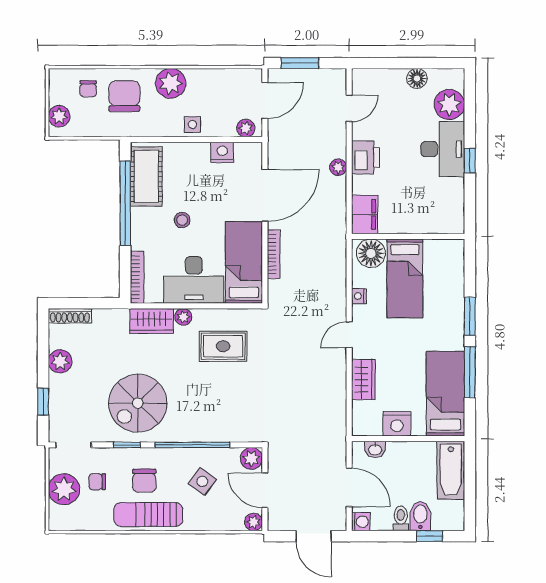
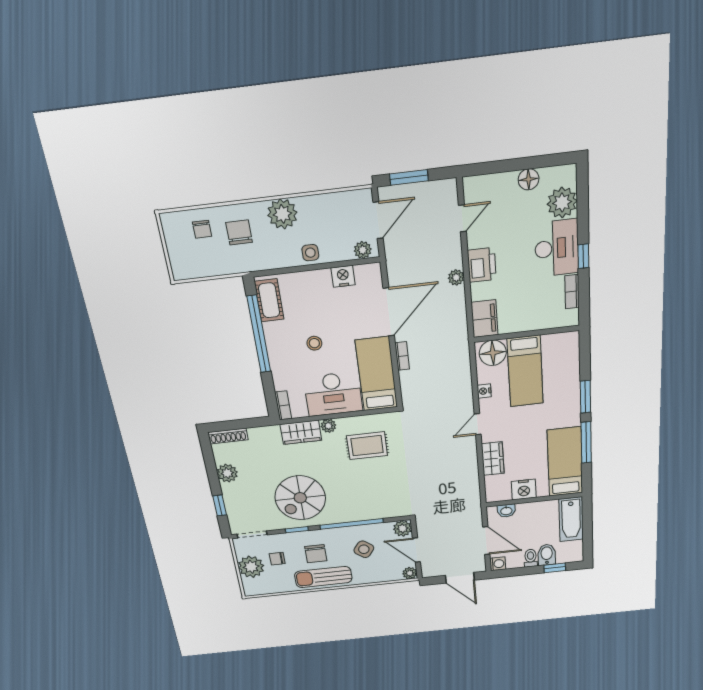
chair: (124, 96) -> (239, 232), width x0.73, depth x0.73
plant: (59, 116) -> (180, 260), removed
cot: (146, 176) -> (269, 300), width x0.73, depth x0.75
bookcase: (457, 196) -> (572, 292), added
bookcase: (274, 254) -> (402, 356), width x0.64
bookcase: (137, 277) -> (283, 405), width x0.64

